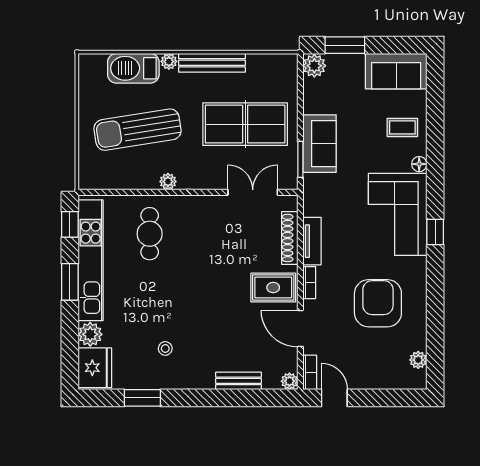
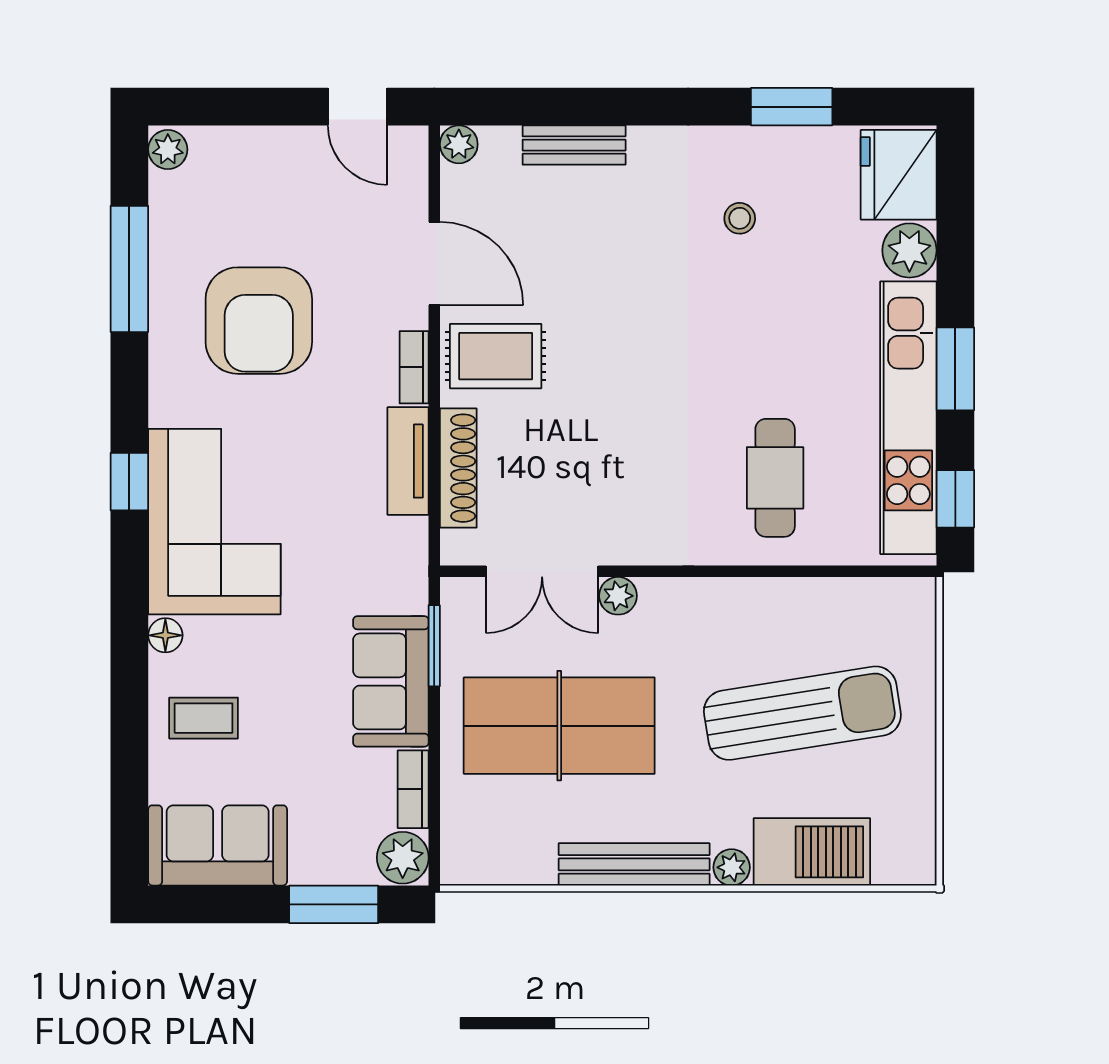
plant: (168, 182) -> (618, 596), moved
window: (435, 326) -> (129, 269), added
plant: (418, 360) -> (168, 149), moved
bookcase: (310, 372) -> (413, 789), moved

